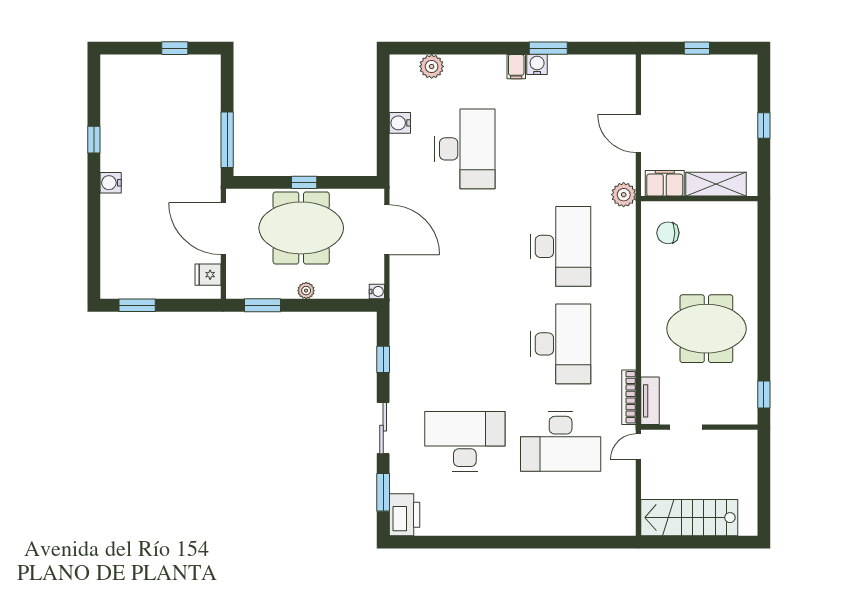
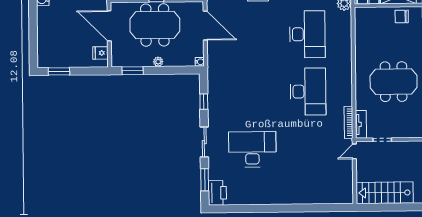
chair: (668, 233) -> (402, 16), moved
desk: (561, 441) -> (309, 149), removed

